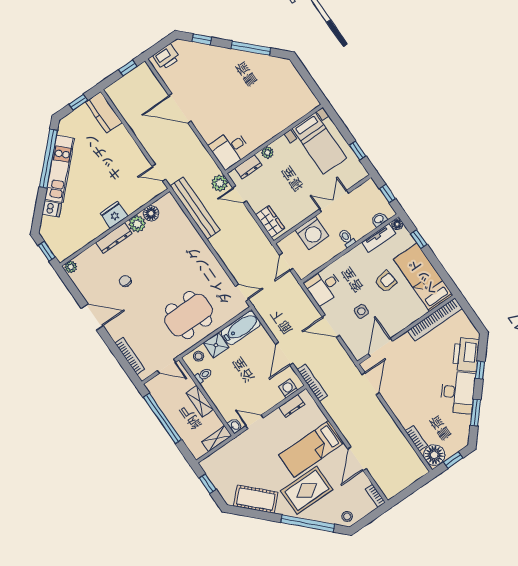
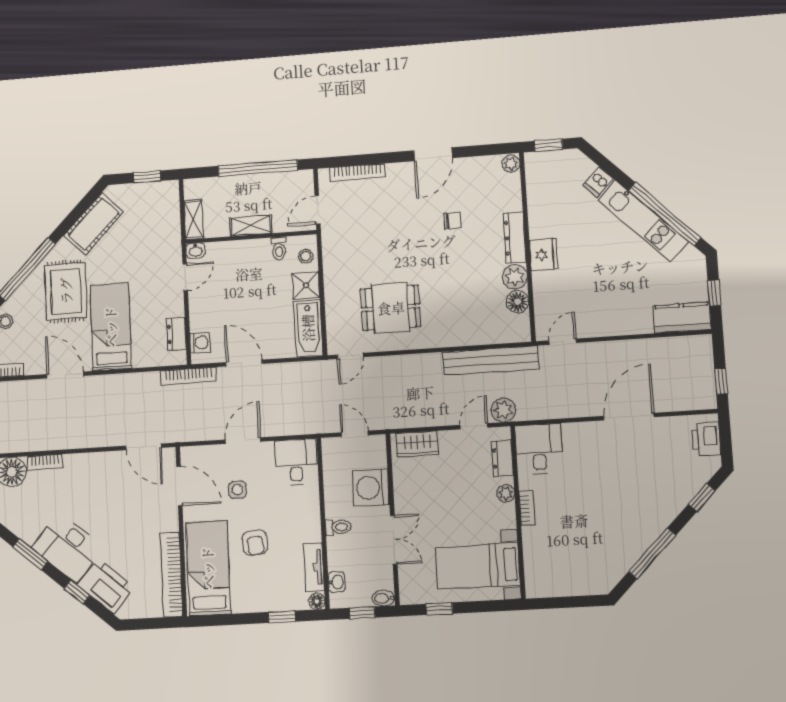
bookcase: (269, 135) -> (527, 508), added
bidet: (371, 186) -> (383, 598), added
bed: (423, 277) -> (208, 568), moved, turned -90
dining table: (189, 315) -> (391, 308), moved, width x0.73

